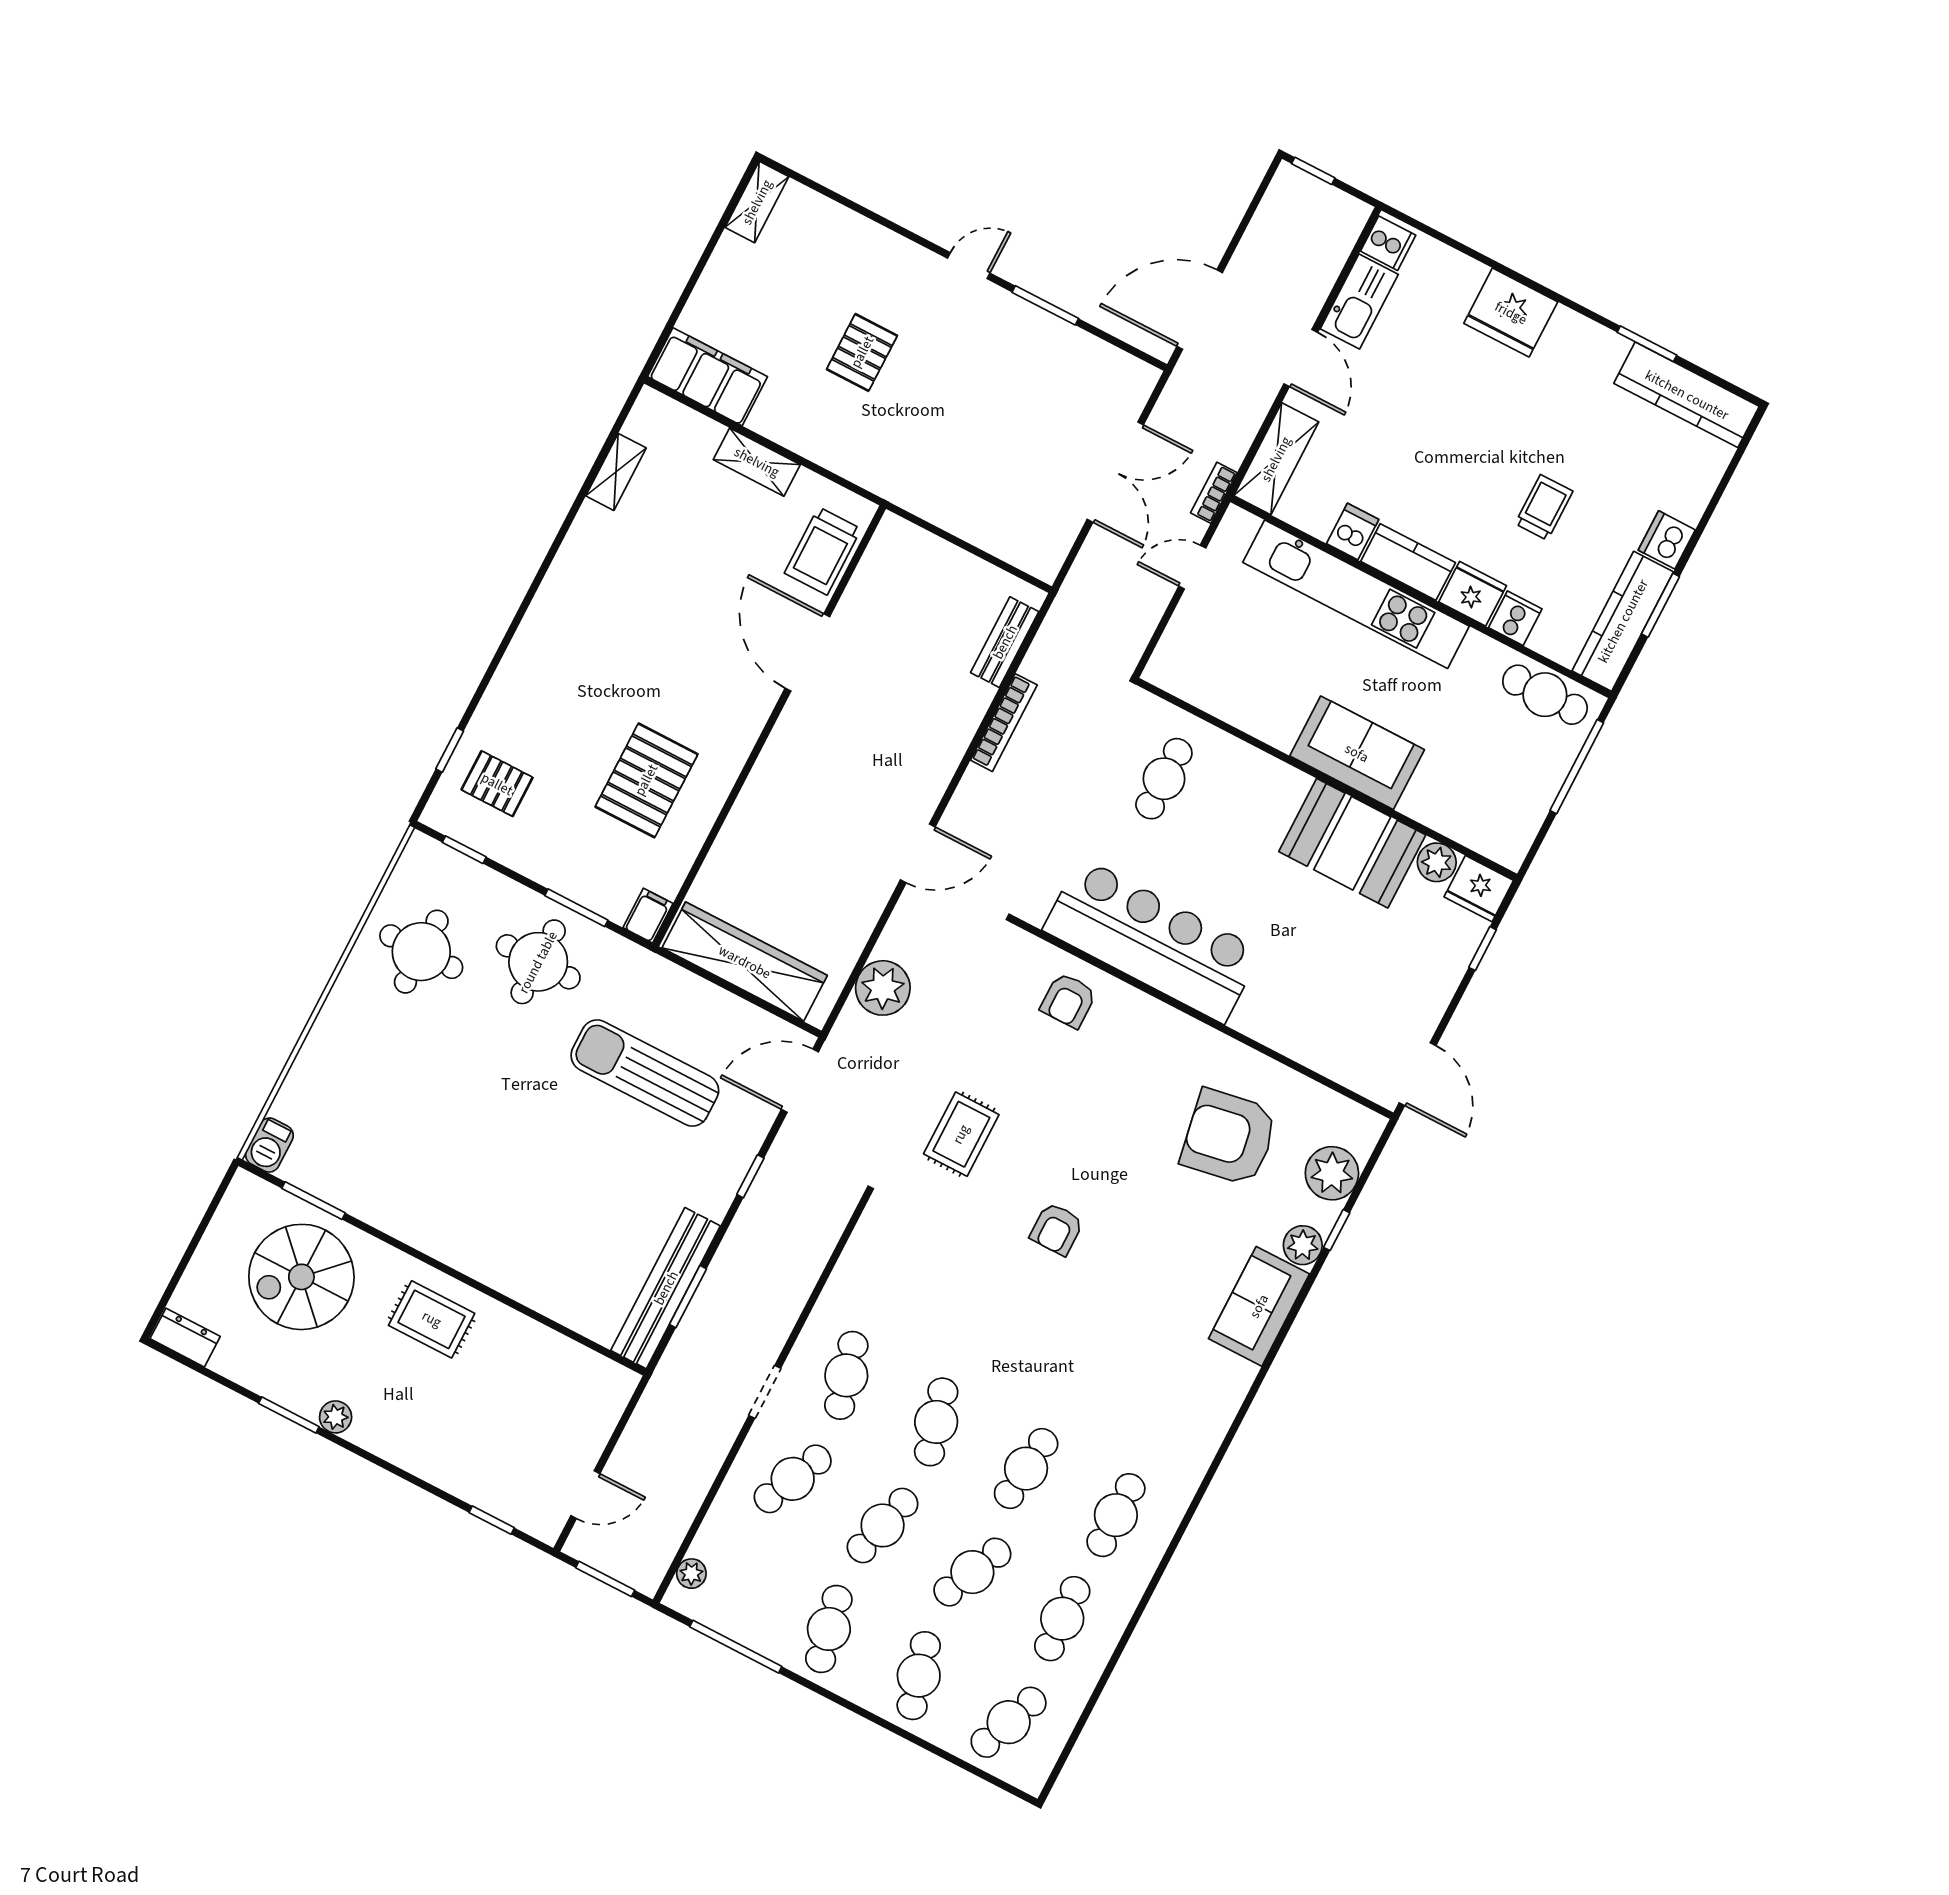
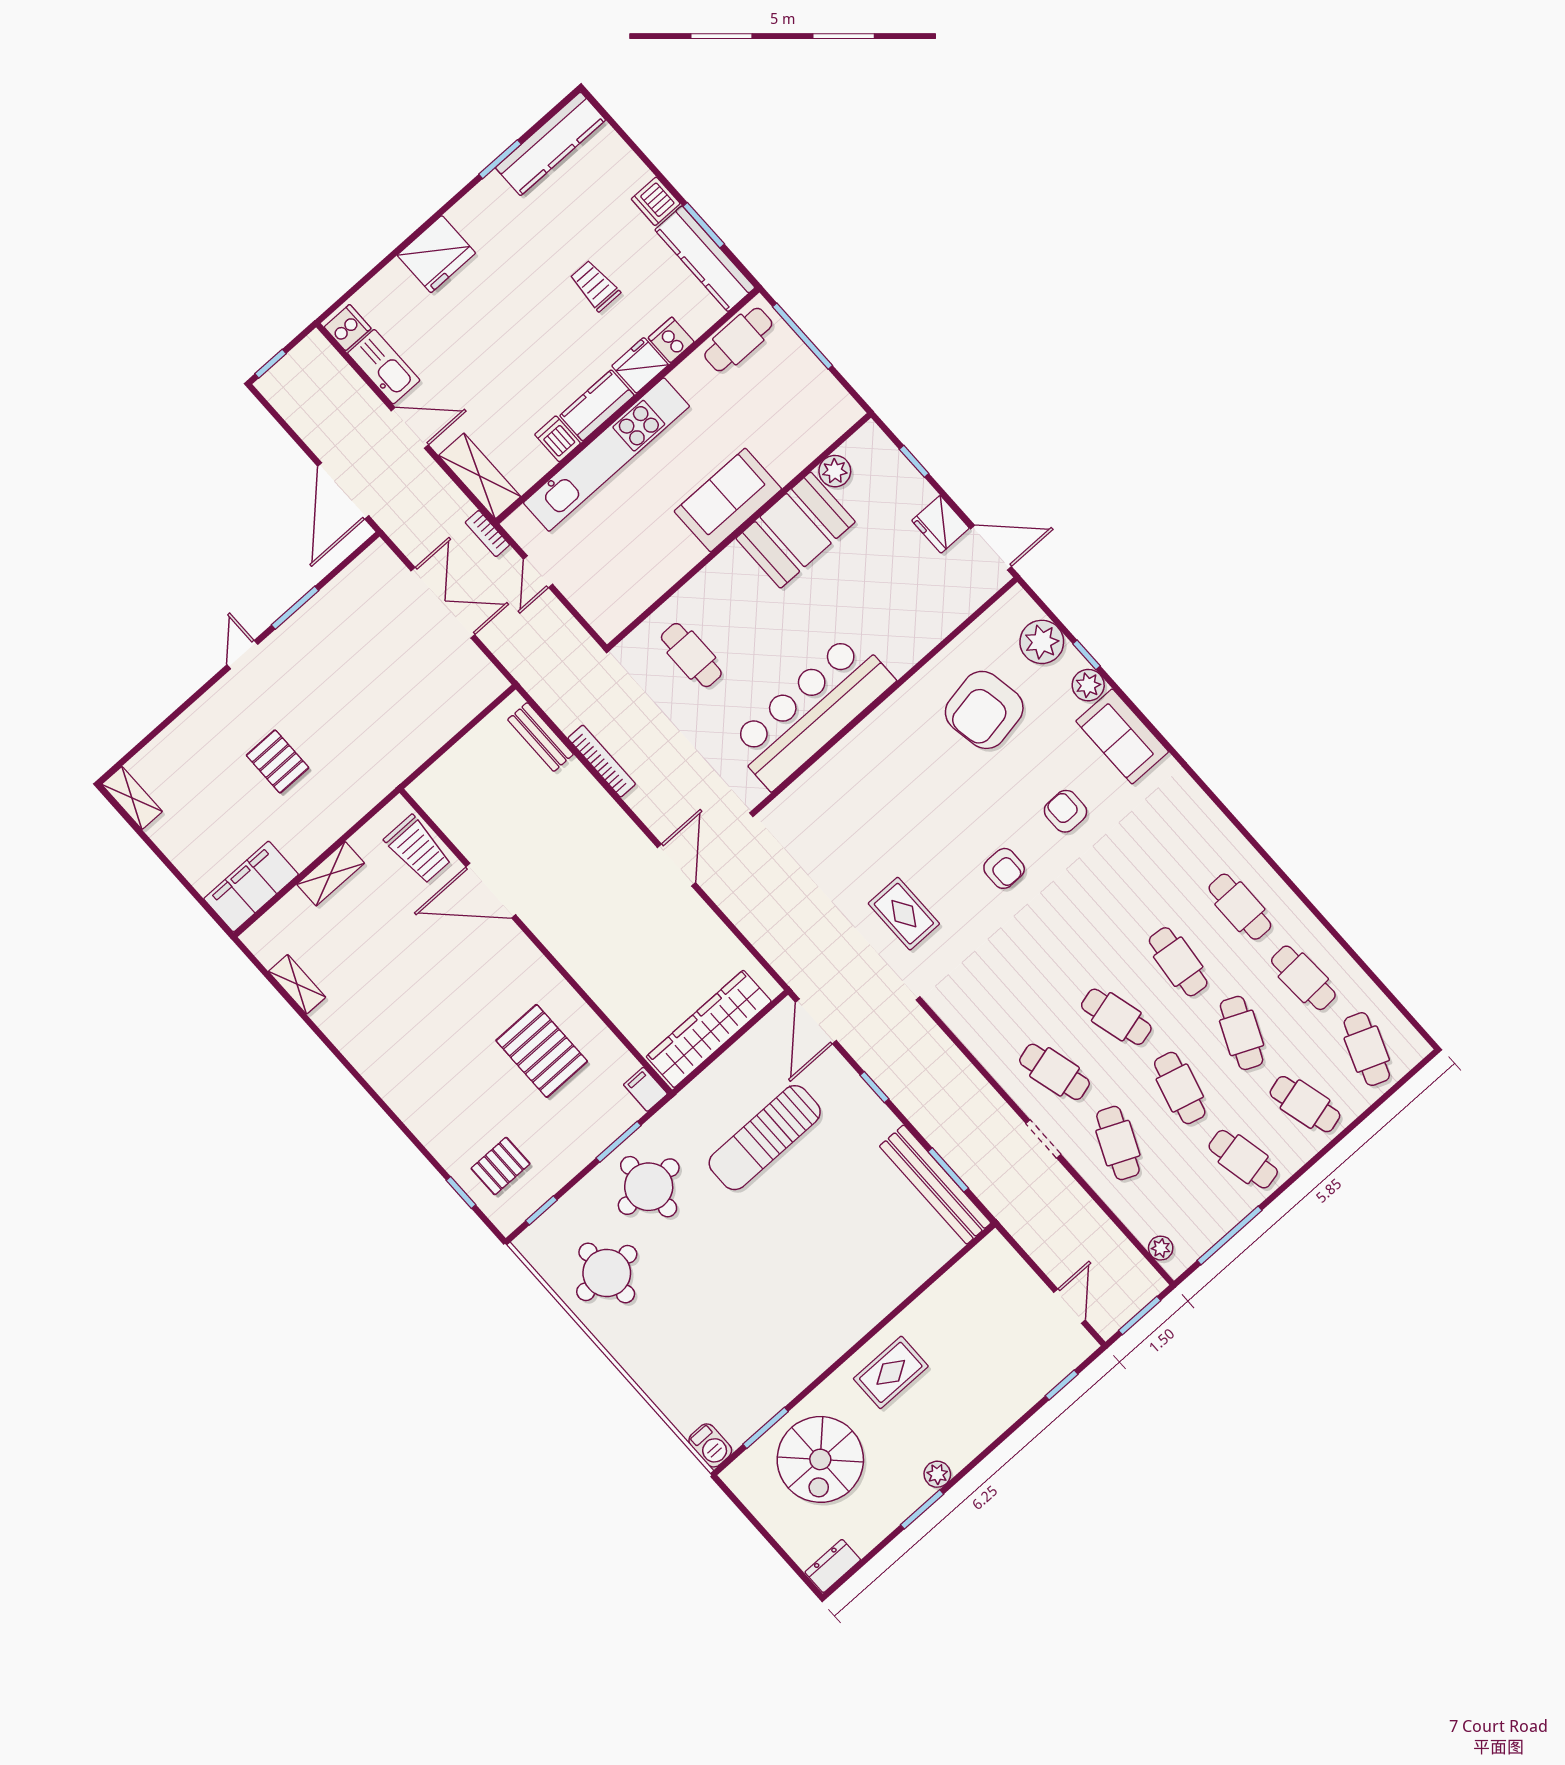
fridge: (1479, 889) -> (941, 524), moved, turned 90
plant: (883, 988) -> (769, 931), removed
armchair: (1068, 1001) -> (1065, 811), moved, turned 180

